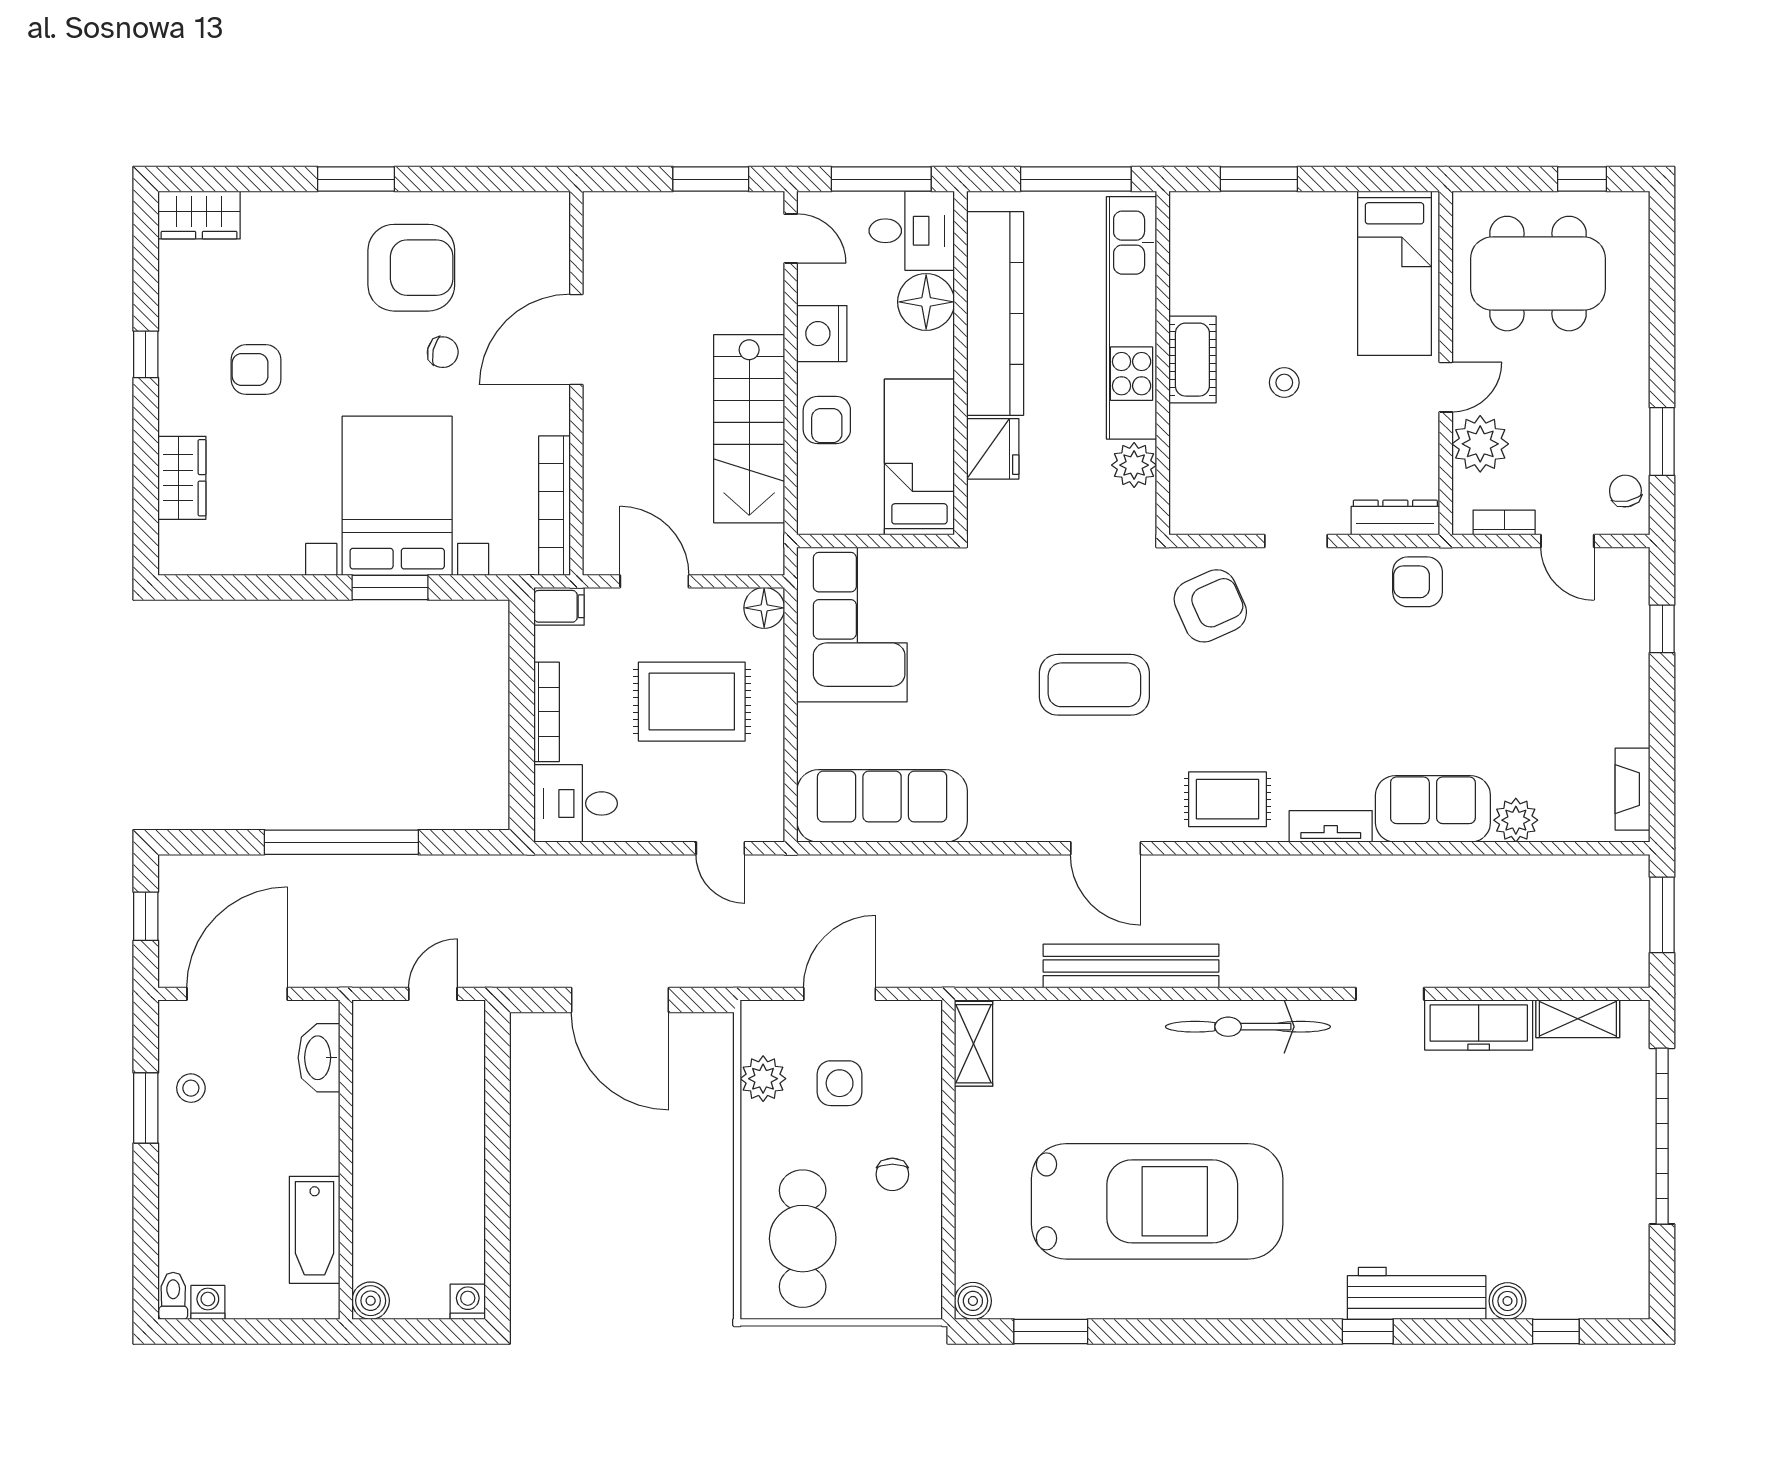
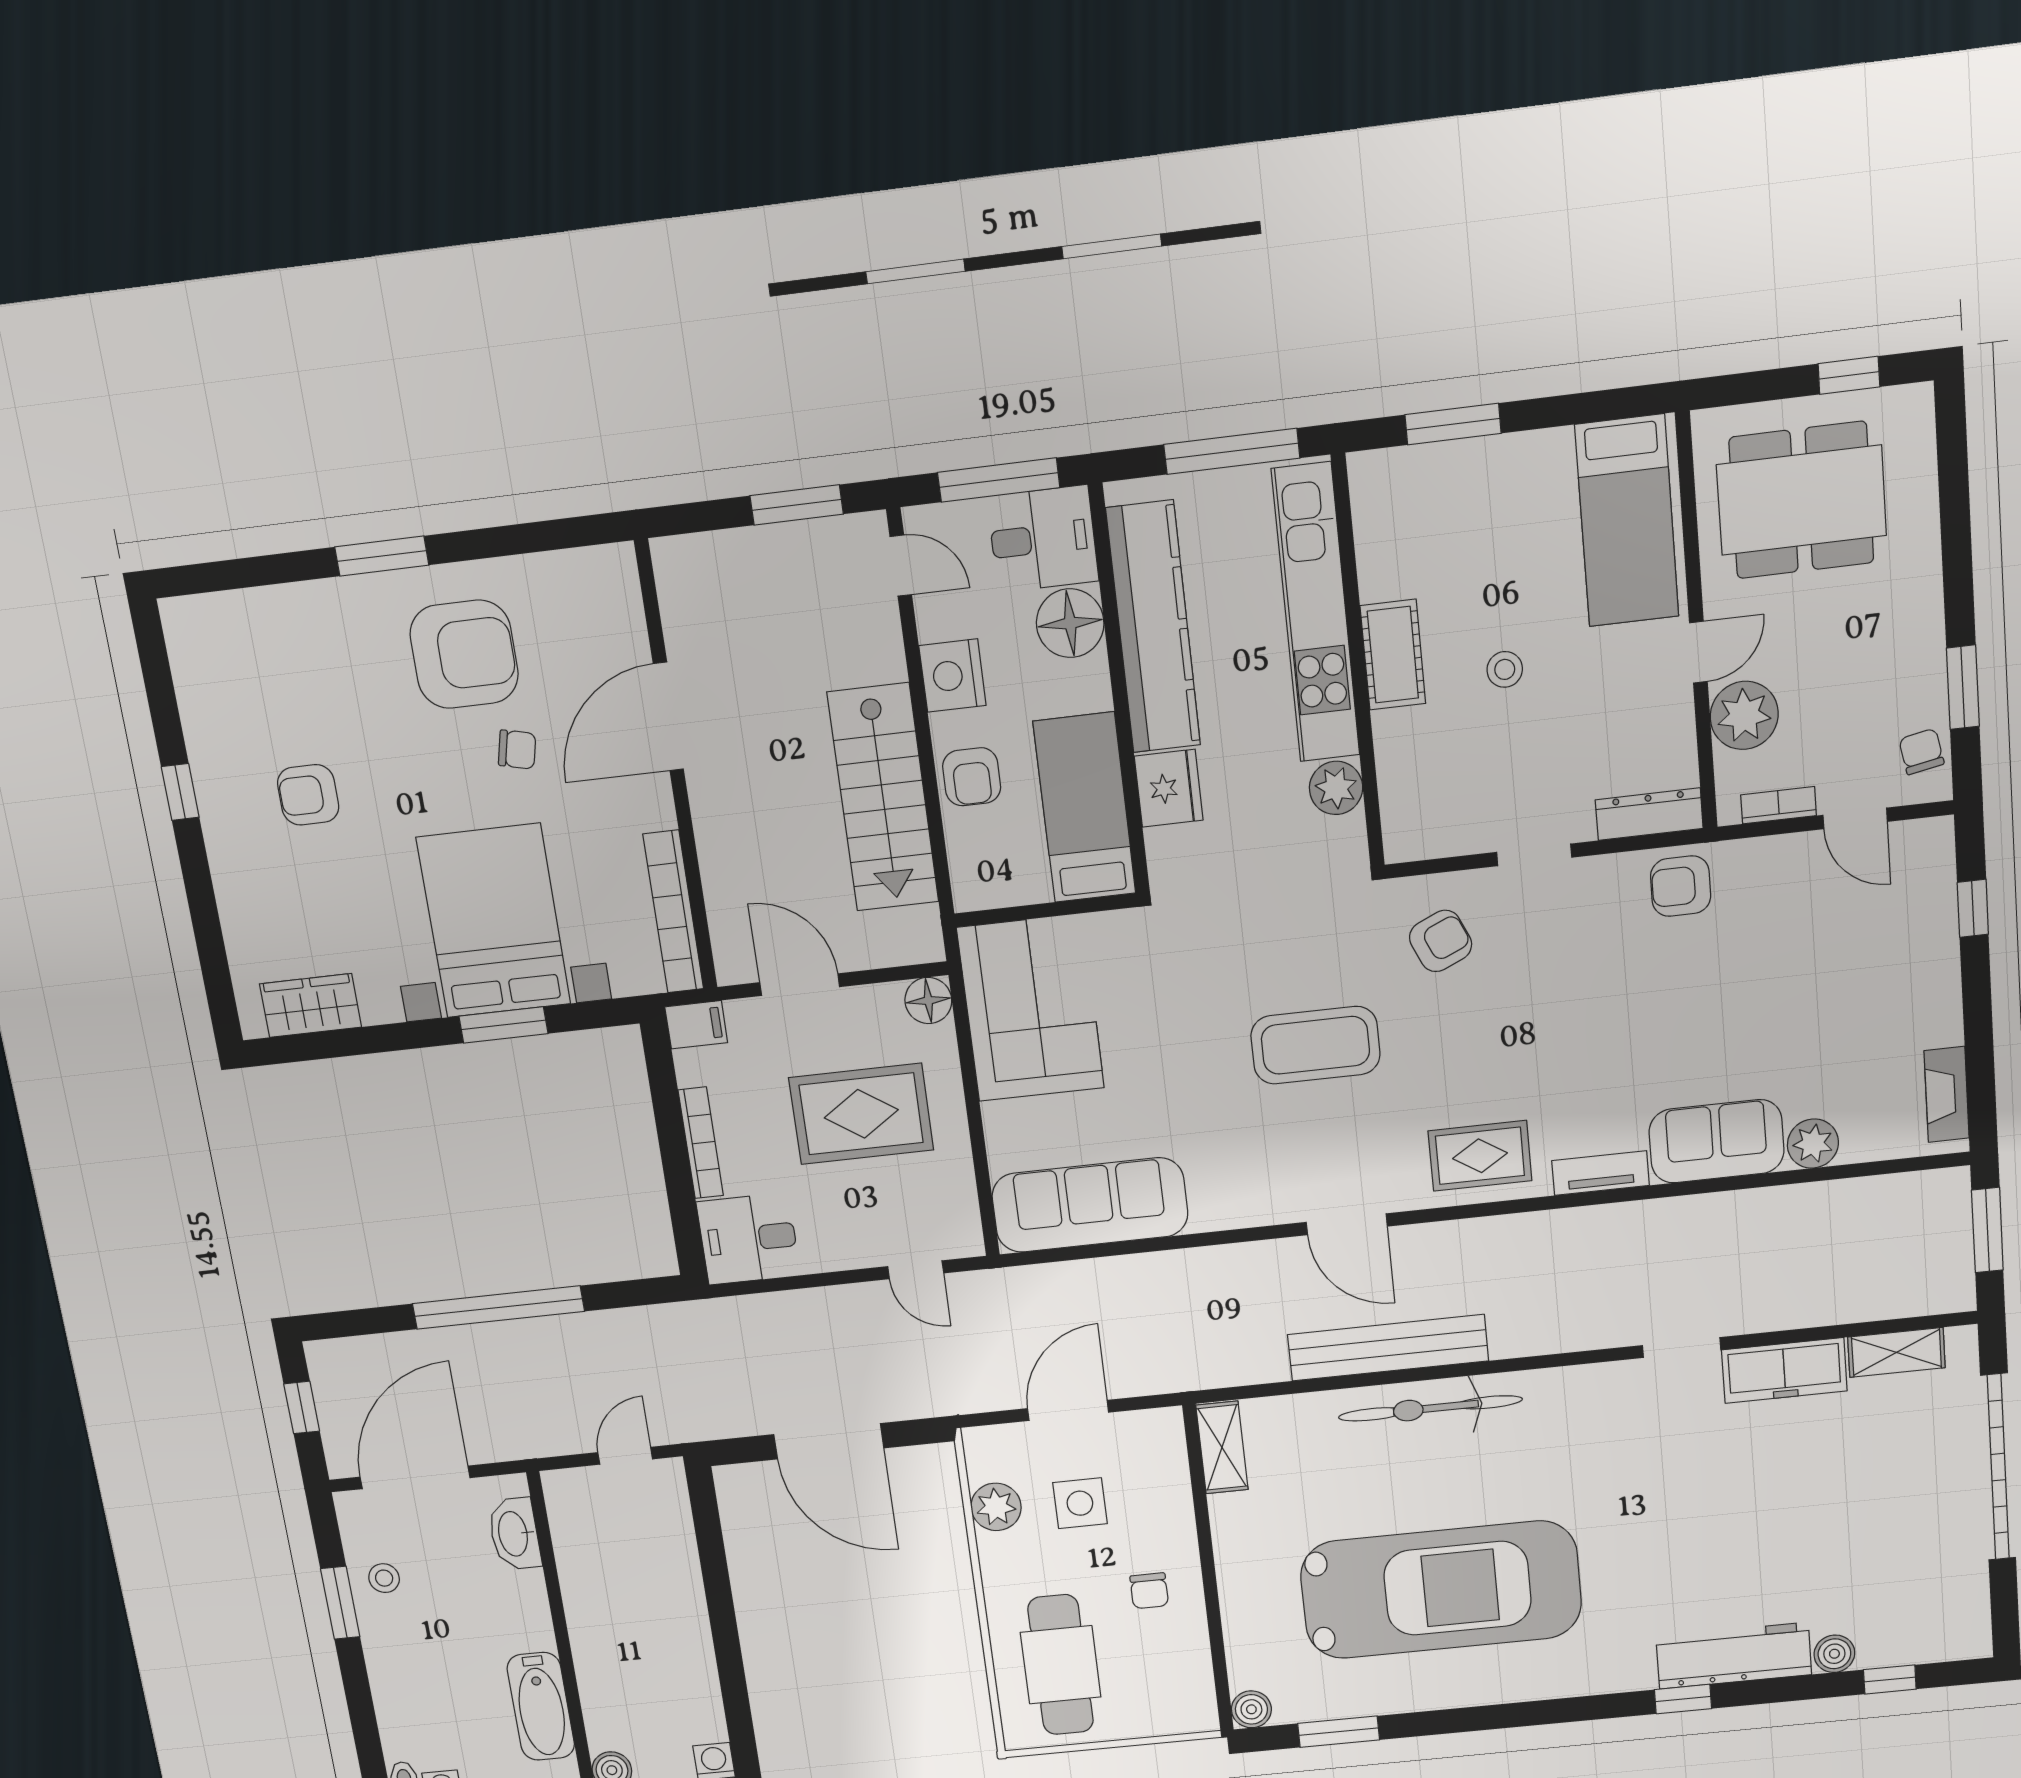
wardrobe: (199, 215) -> (209, 621), removed
wardrobe: (182, 478) -> (311, 1005), moved, turned -90
armchair: (1210, 606) -> (1441, 941), width x0.72, depth x0.72
bicycle: (1248, 1027) -> (1430, 1408), moved

